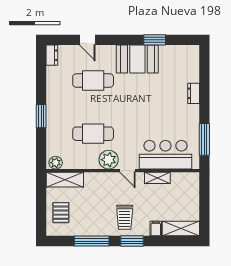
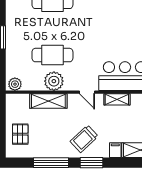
plant: (109, 160) -> (54, 81), moved
shelving: (65, 180) -> (48, 101), moved
trolley: (125, 217) -> (84, 139), turned 47

